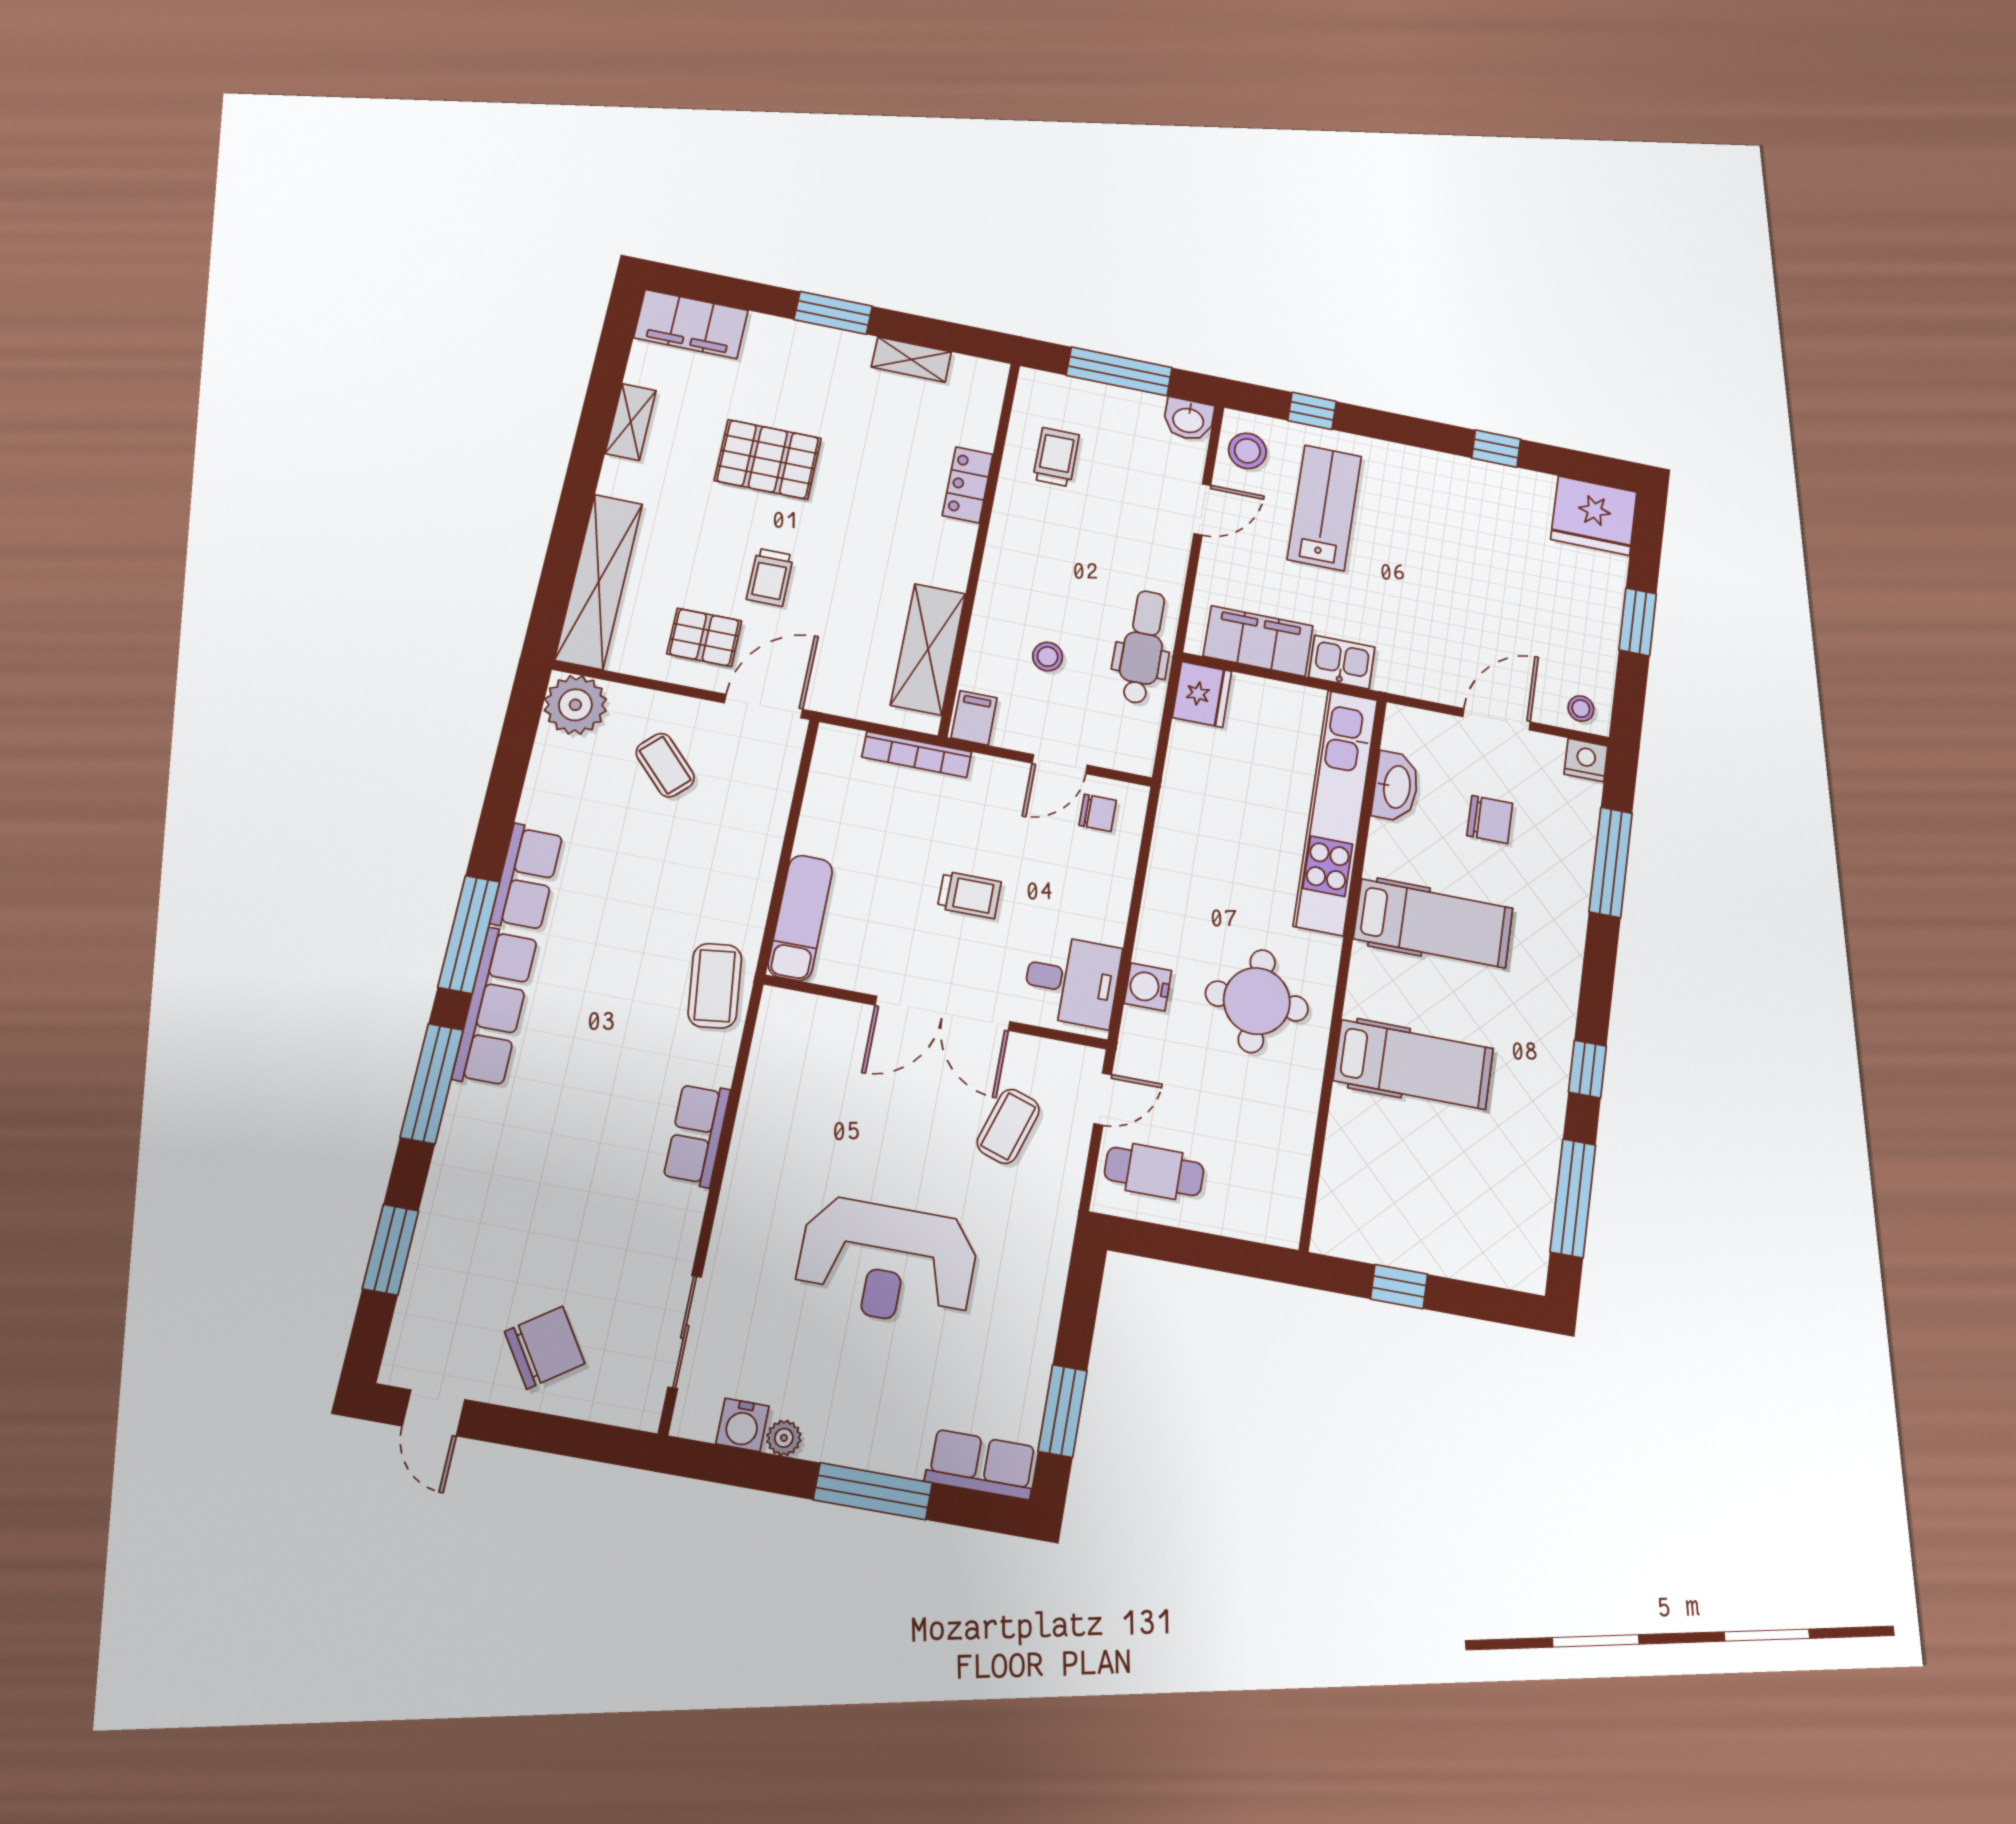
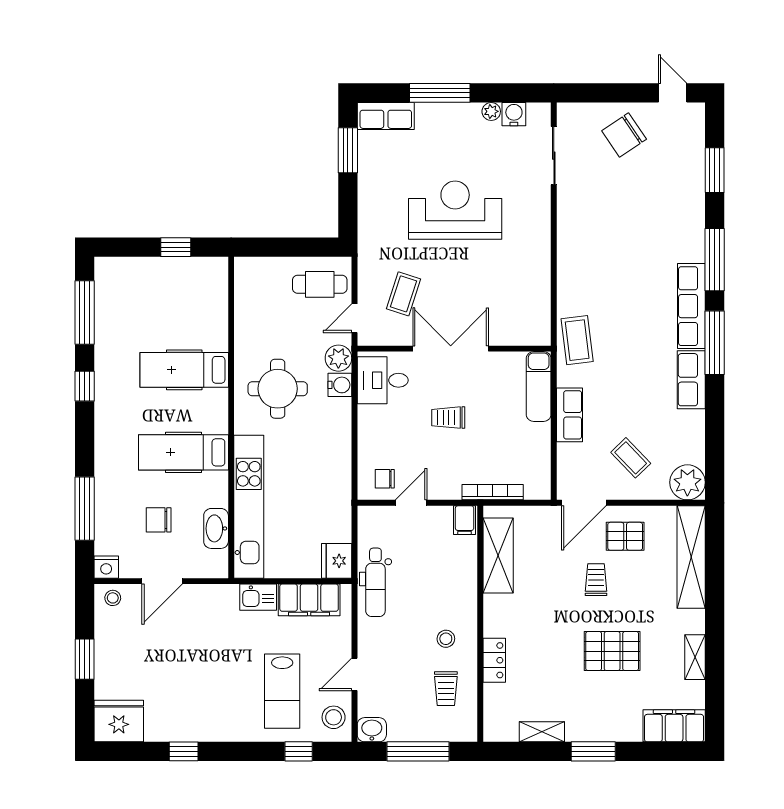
stool: (1048, 657) -> (446, 639), moved
plant: (1143, 1034) -> (338, 358), added
row of seats: (697, 1134) -> (570, 415), moved

